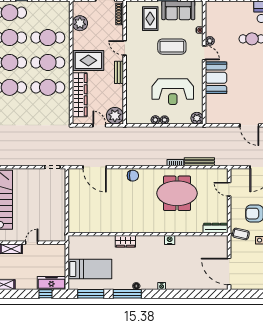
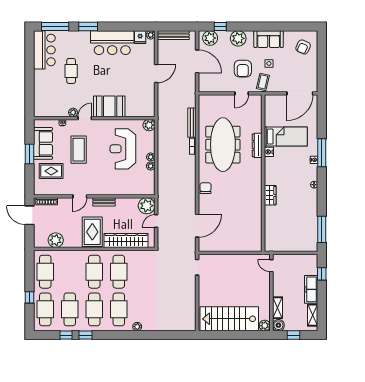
cafe table: (48, 38) -> (45, 272), moved
reception desk: (173, 92) -> (123, 149), turned 180
door: (229, 189) -> (242, 93), moved
meeting table: (177, 193) -> (223, 145), width x1.36
dresser: (216, 228) -> (257, 145), moved
door: (32, 243) -> (271, 266), moved
bed: (90, 269) -> (286, 137), moved, turned 90
freezer: (51, 283) -> (311, 289), moved
window: (127, 294) -> (322, 153), moved

